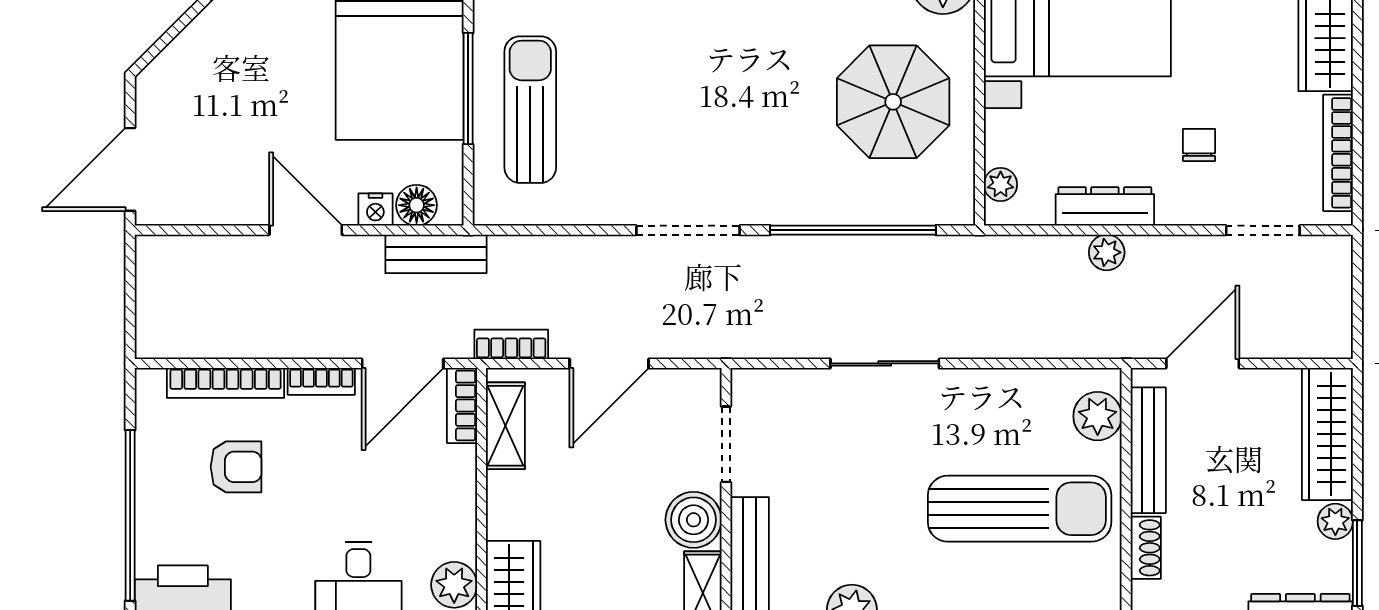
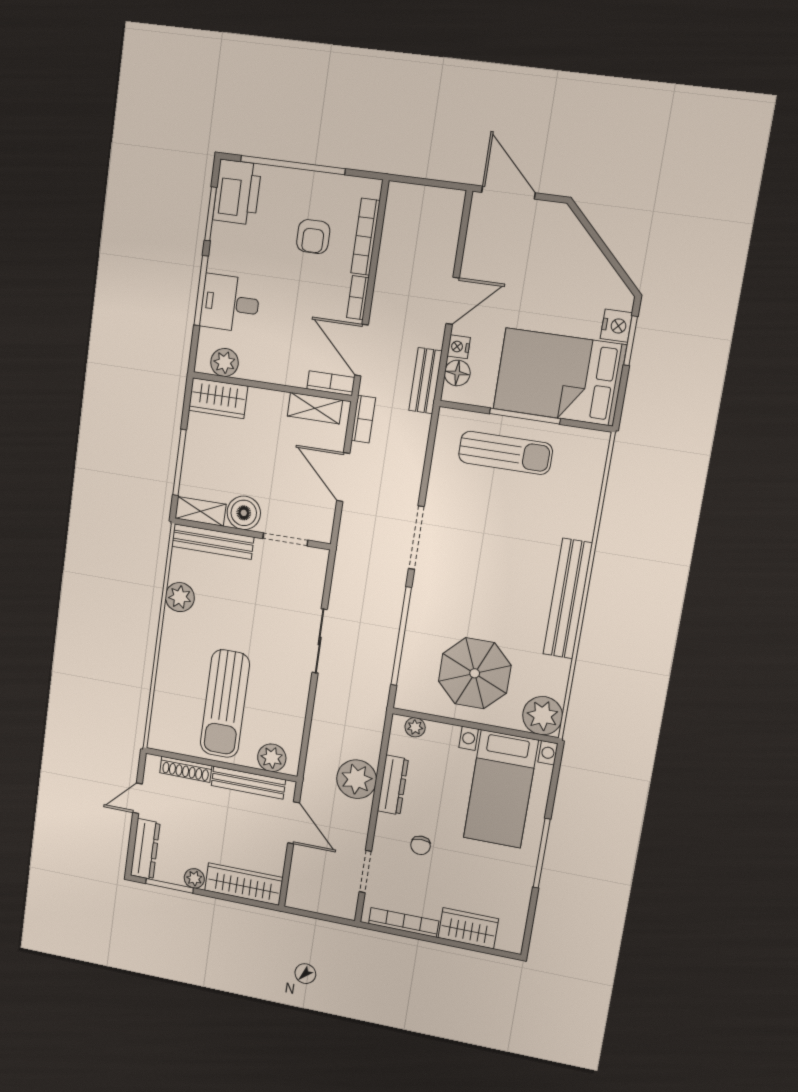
chair: (1199, 145) -> (421, 845), turned 90
plant: (1107, 252) -> (357, 779), width x1.88, depth x1.88
shoe rack: (1146, 548) -> (186, 769), width x1.43

